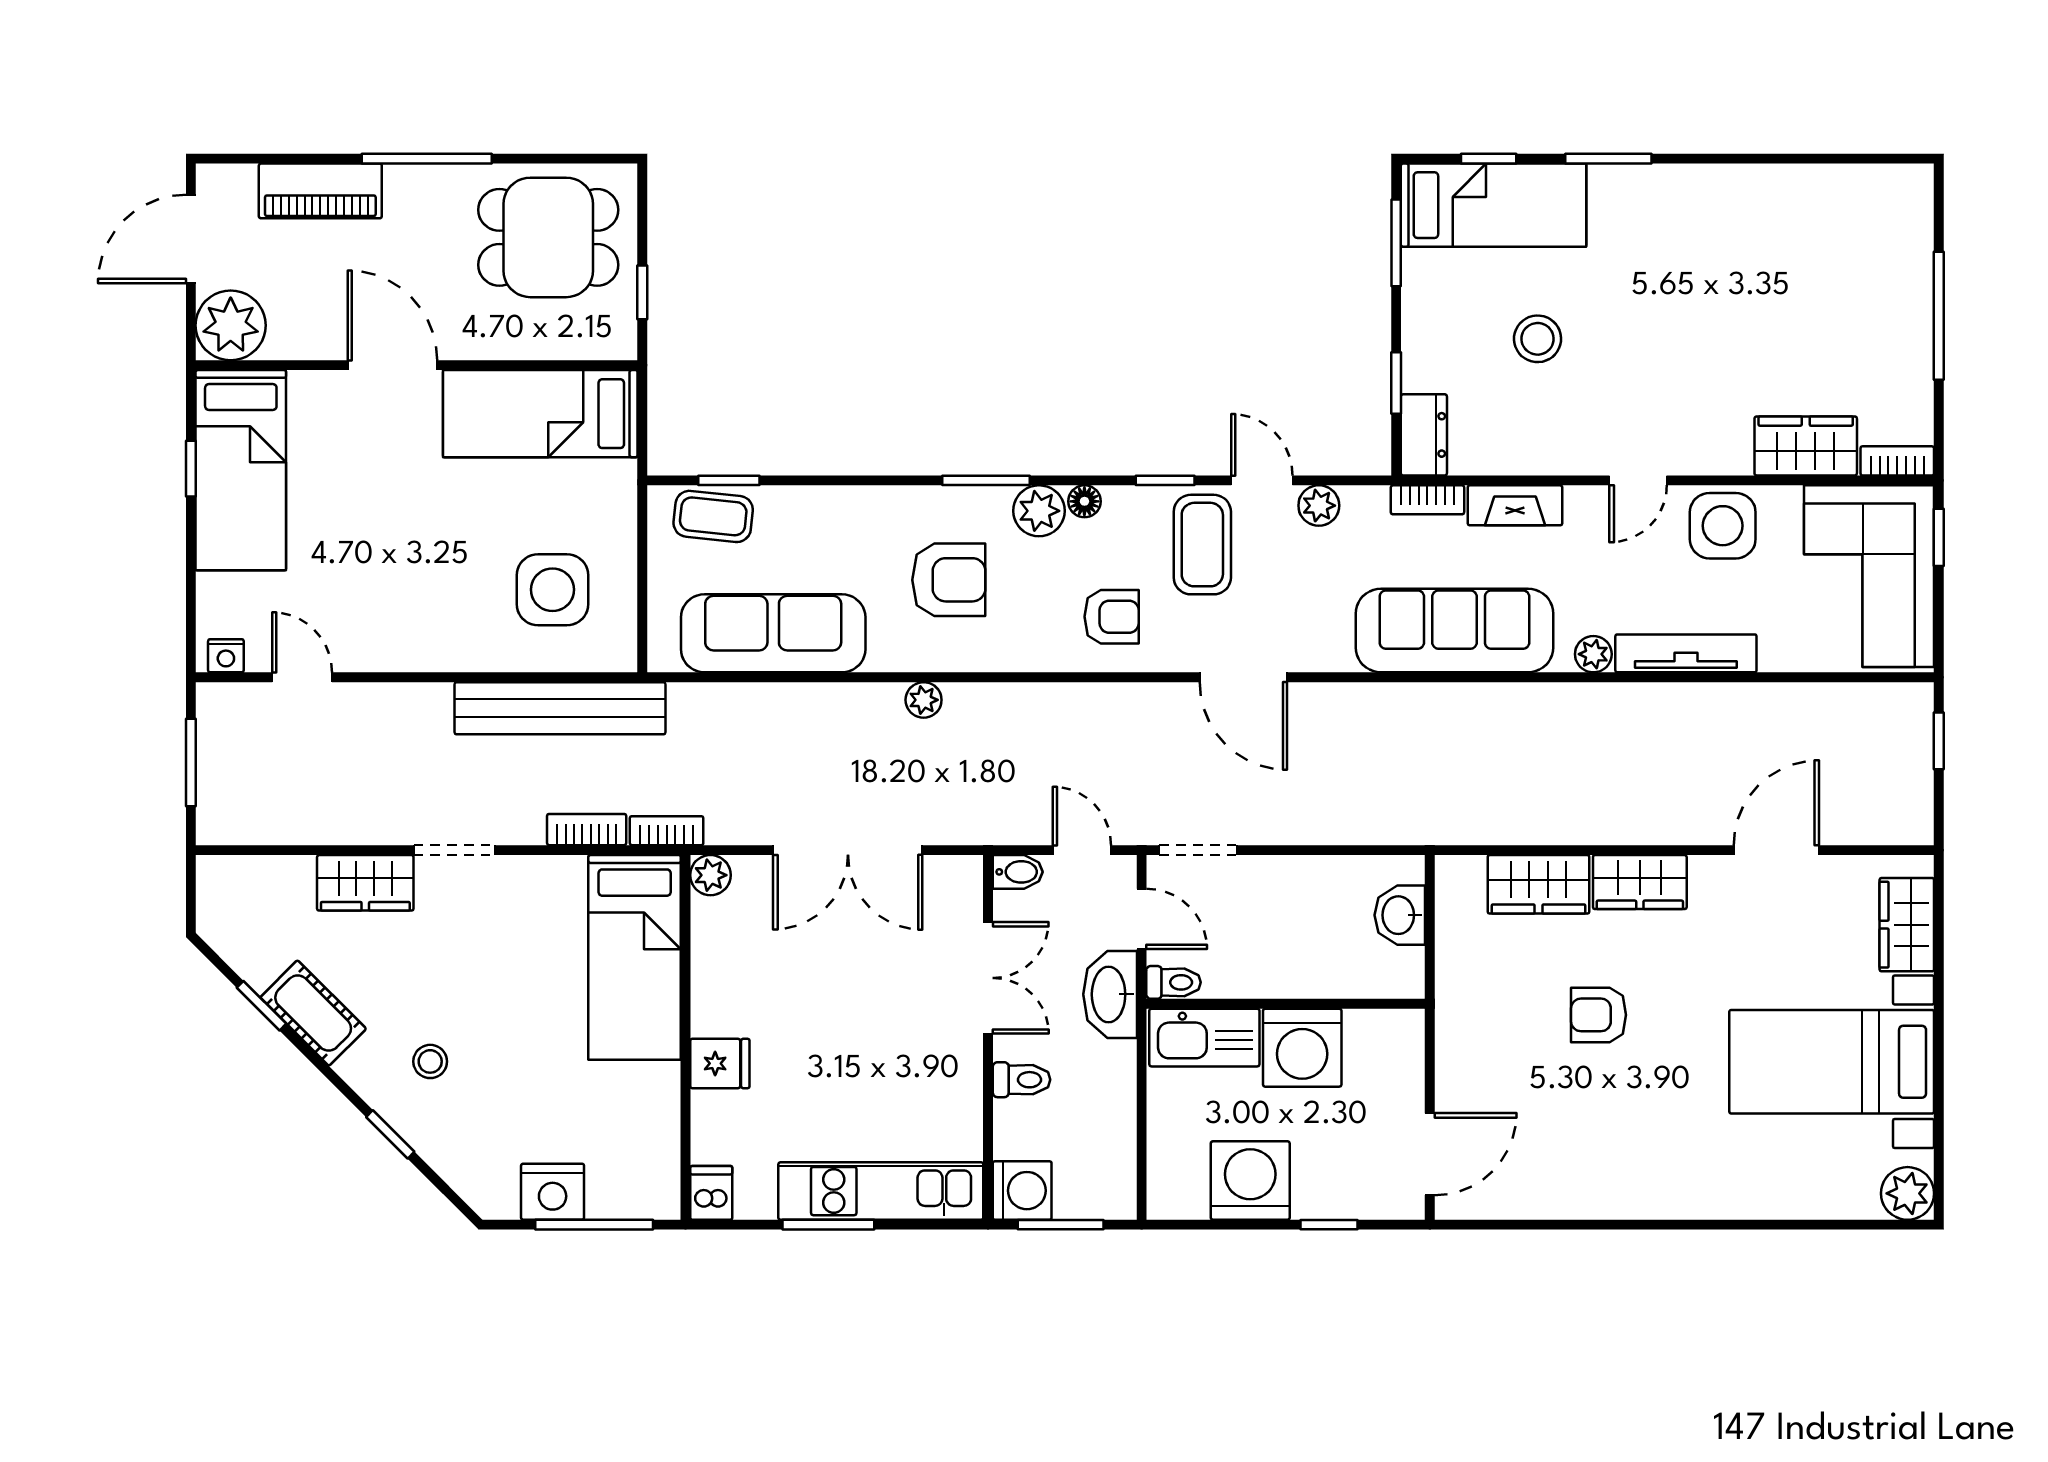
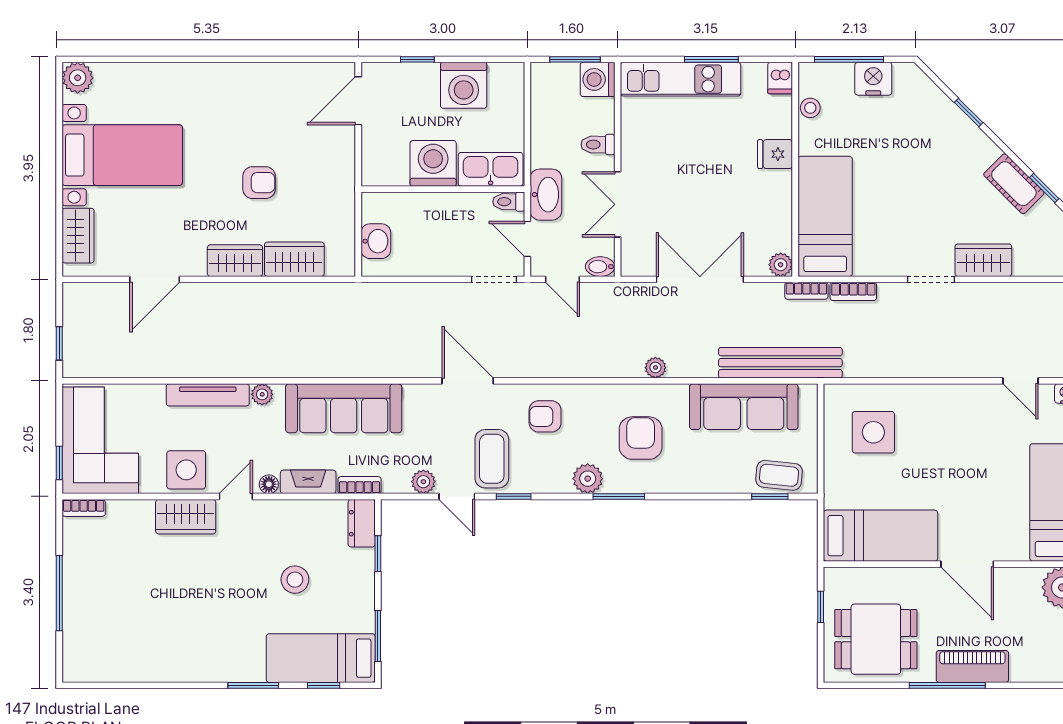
piano: (320, 191) -> (972, 666), moved
wardrobe: (1806, 446) -> (186, 517), moved
floor lamp: (1084, 501) -> (269, 484), moved
armchair: (949, 580) -> (641, 438), turned 90
bench: (560, 708) -> (780, 363), moved
stool: (430, 1061) -> (810, 108), moved

